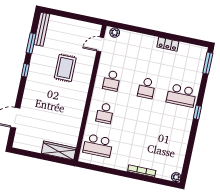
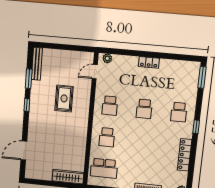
locker: (168, 44) -> (149, 62), moved
school desk: (181, 95) -> (179, 112), width x0.54
locker: (183, 140) -> (185, 155), added

